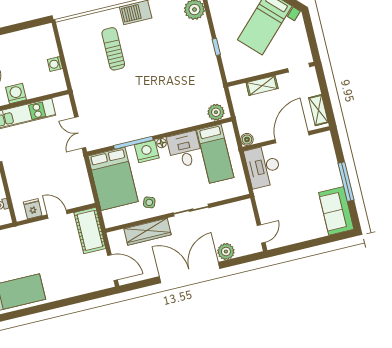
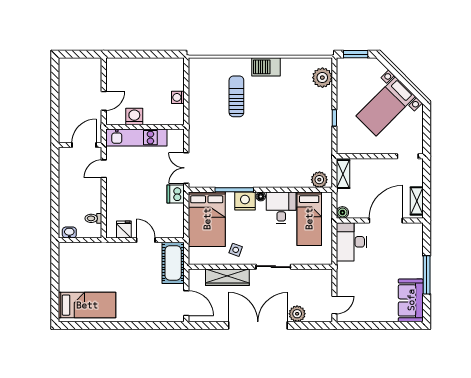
shelving: (262, 86) -> (343, 174), moved, turned 90
dishwasher: (76, 161) -> (176, 194), added

